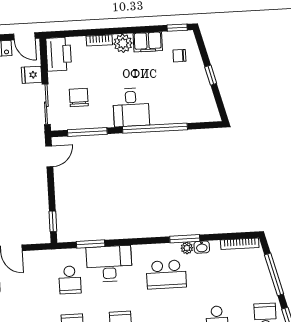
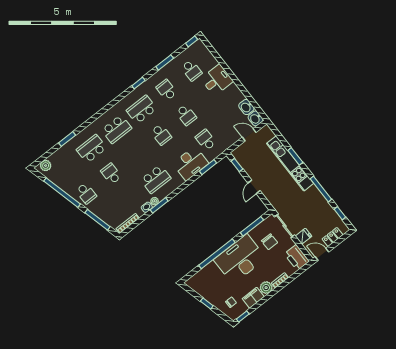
desk: (131, 107) -> (240, 259), width x1.87, depth x1.30
door: (49, 156) -> (254, 187), moved
school desk: (166, 274) -> (156, 179), turned 180

